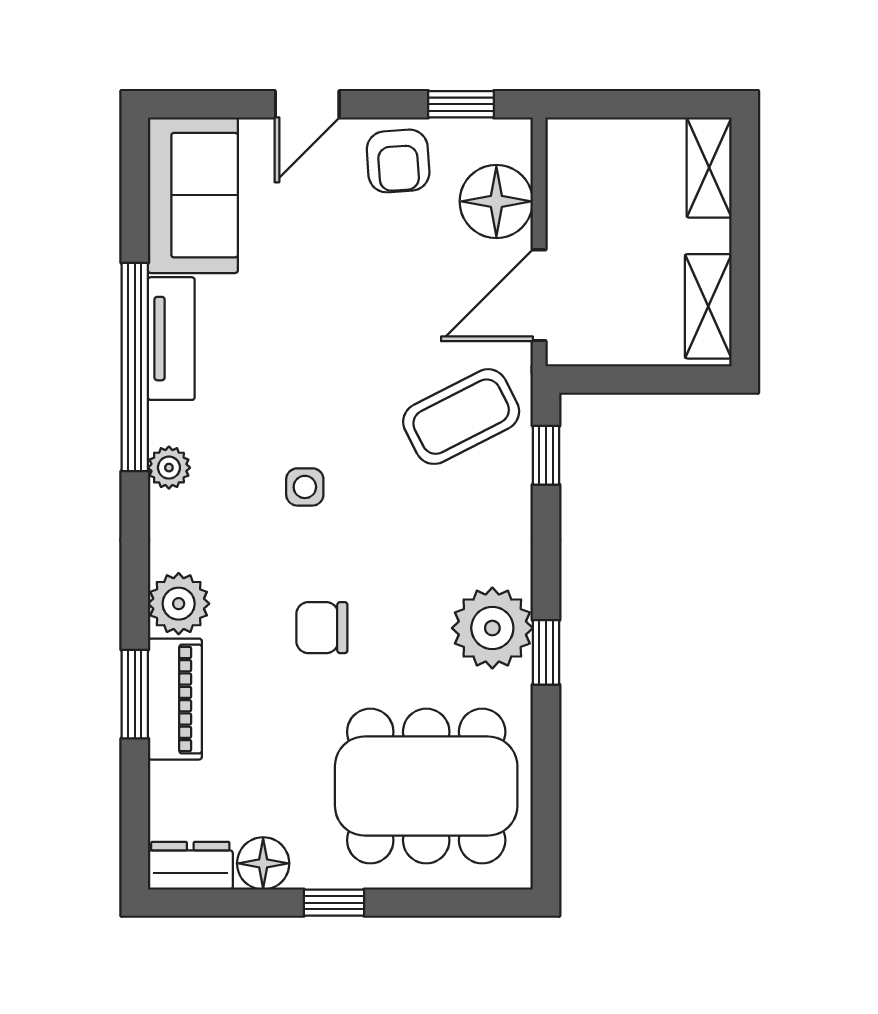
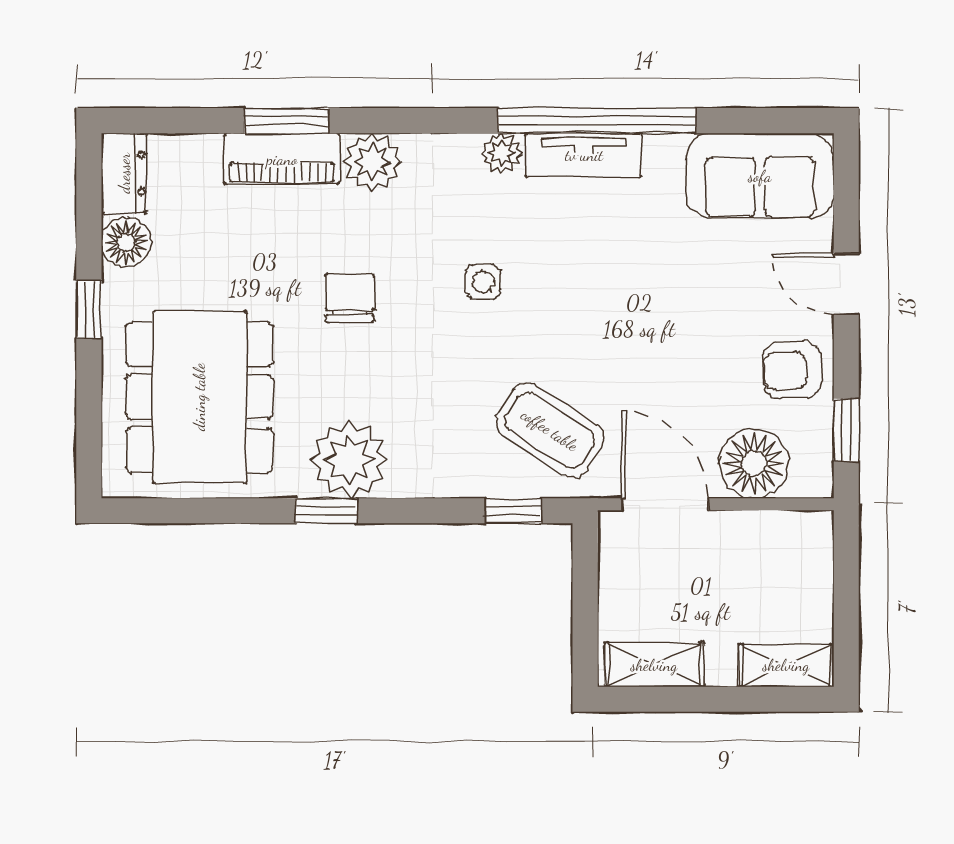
tv unit: (171, 339) -> (584, 155), moved
coffee table: (461, 417) -> (550, 430), turned -30

